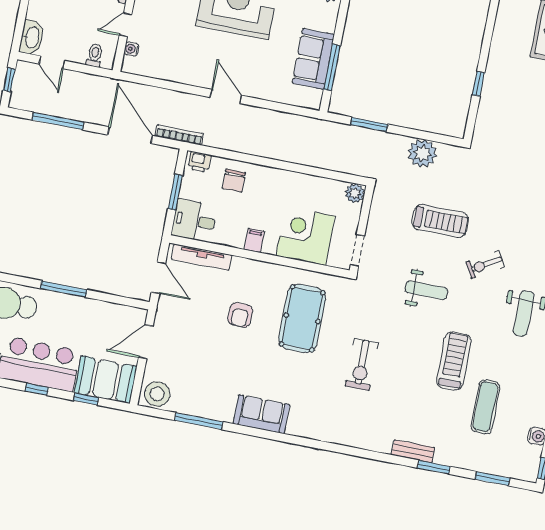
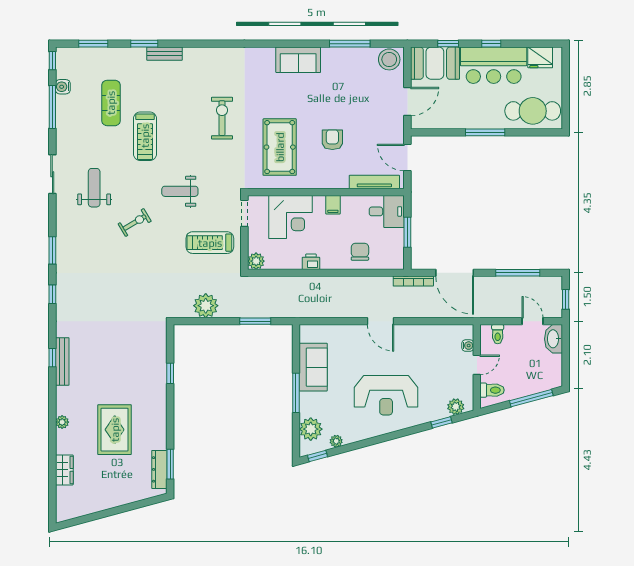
window: (332, 67) -> (296, 393), moved
printer: (199, 162) -> (311, 262), moved
treadmill: (440, 221) -> (210, 243), moved

